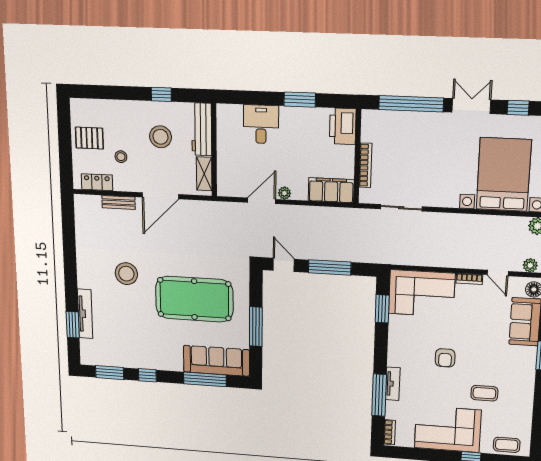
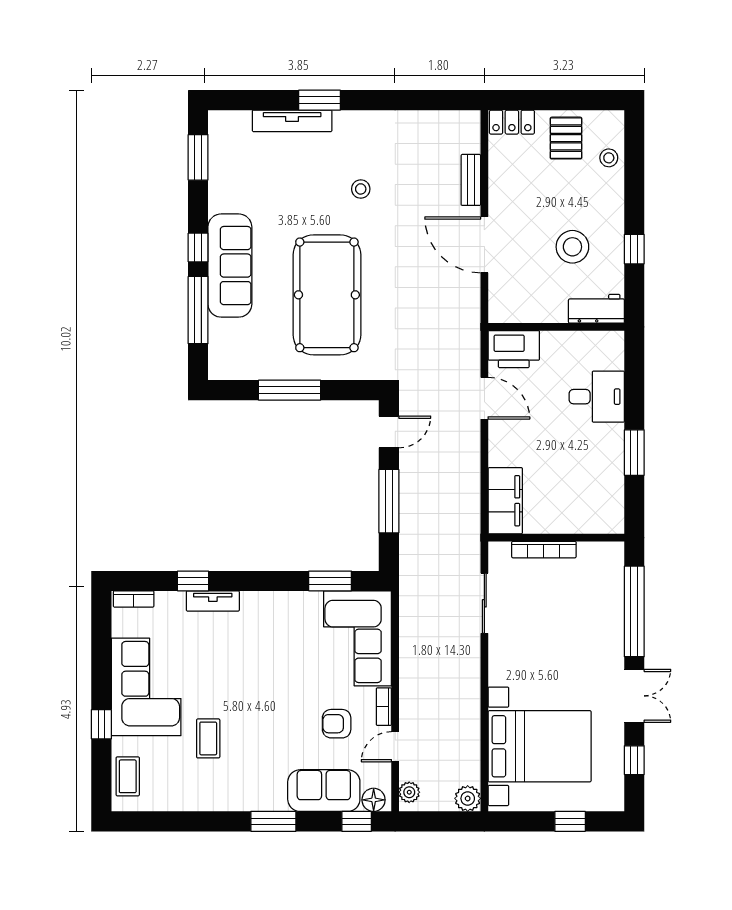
printer: (343, 126) -> (514, 349), moved, turned 180
workbench: (202, 129) -> (596, 309), width x0.73
stool: (121, 157) -> (609, 158), moved
shelving: (204, 174) -> (520, 312), removed
locker: (97, 182) -> (512, 122), moved, turned 90
plant: (284, 193) -> (497, 432), removed
stool: (126, 274) -> (361, 189), width x0.53, depth x0.53
window: (73, 325) -> (319, 100), moved
armchair: (445, 358) -> (337, 724), moved
sofa: (216, 361) -> (230, 266), moved
window: (147, 375) -> (198, 248), moved
window: (379, 395) -> (193, 581), width x0.46

